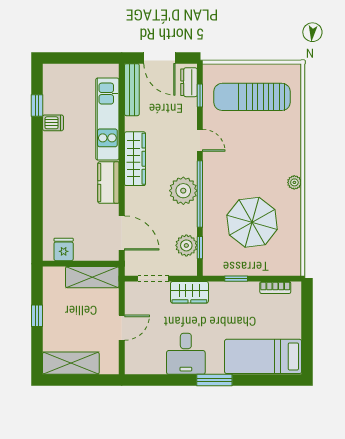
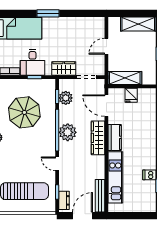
door: (159, 58) -> (83, 216), hinge flipped
wardrobe: (135, 159) -> (98, 138), moved
fridge: (64, 250) -> (131, 95), moved
desk: (186, 354) -> (33, 62), moved, turned 180

